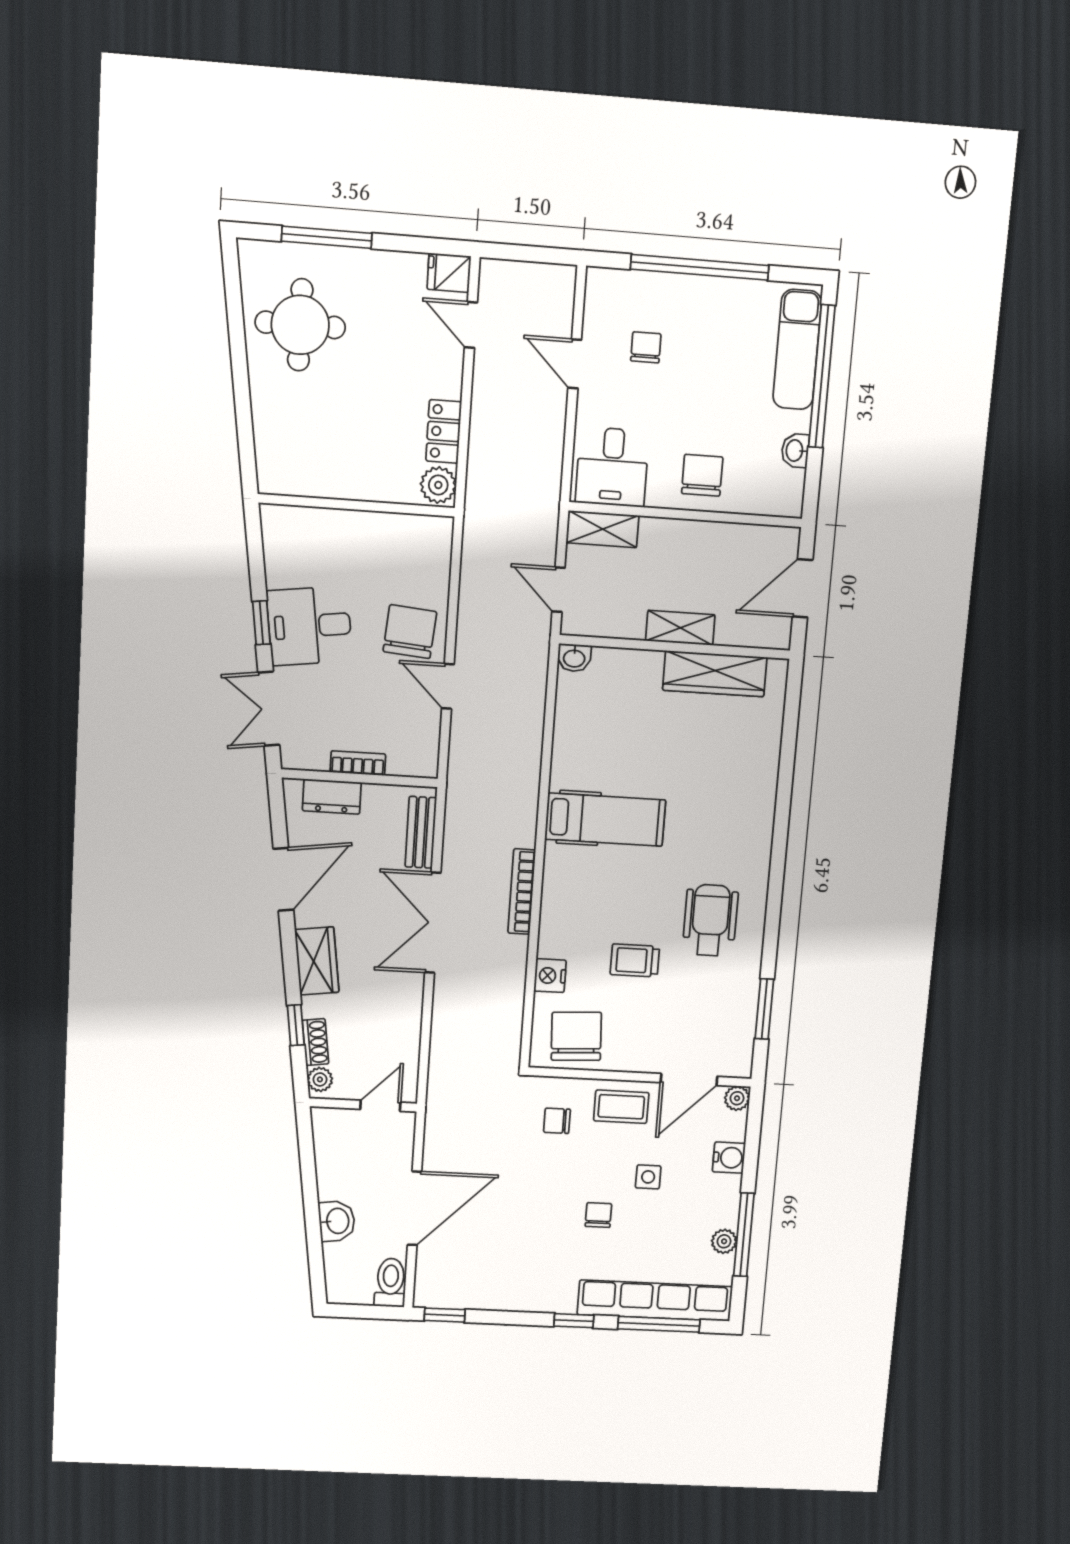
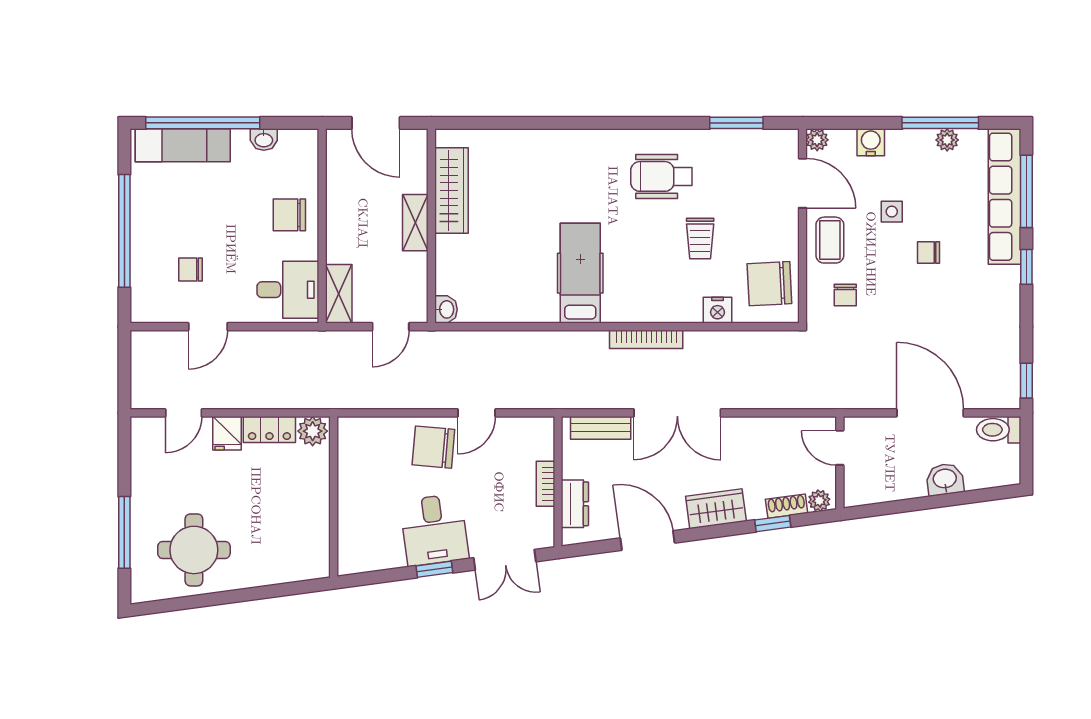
fridge: (449, 273) -> (227, 433), moved

